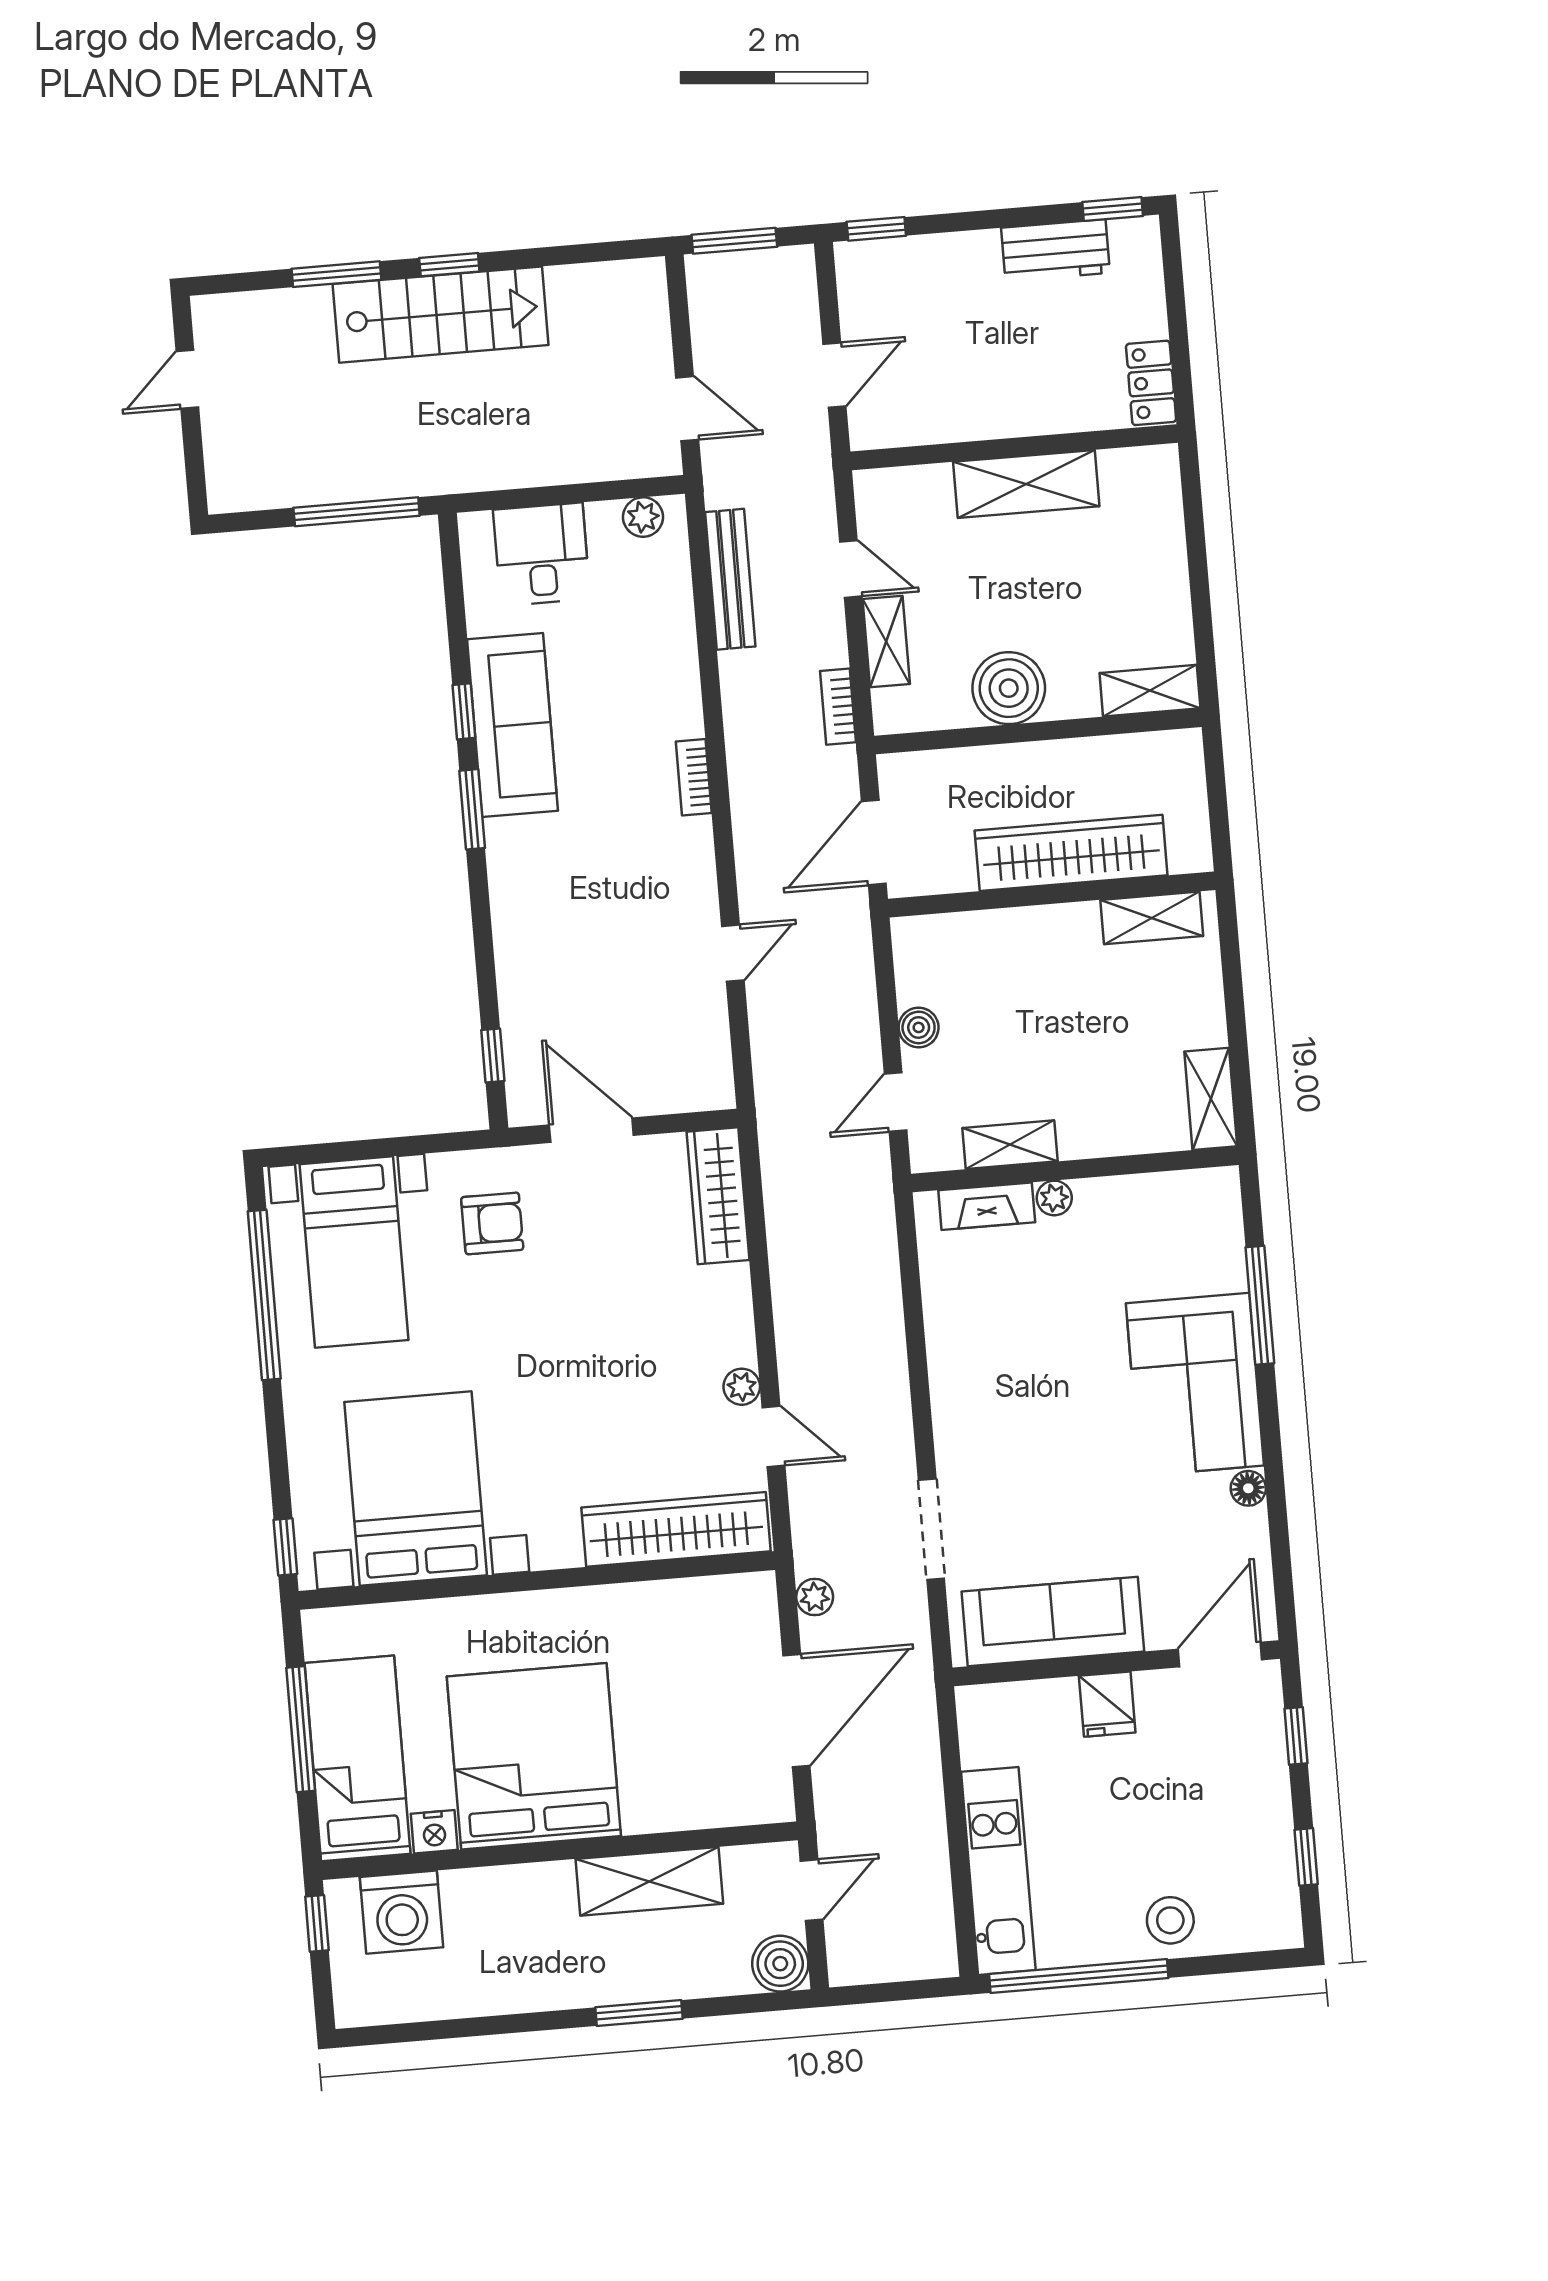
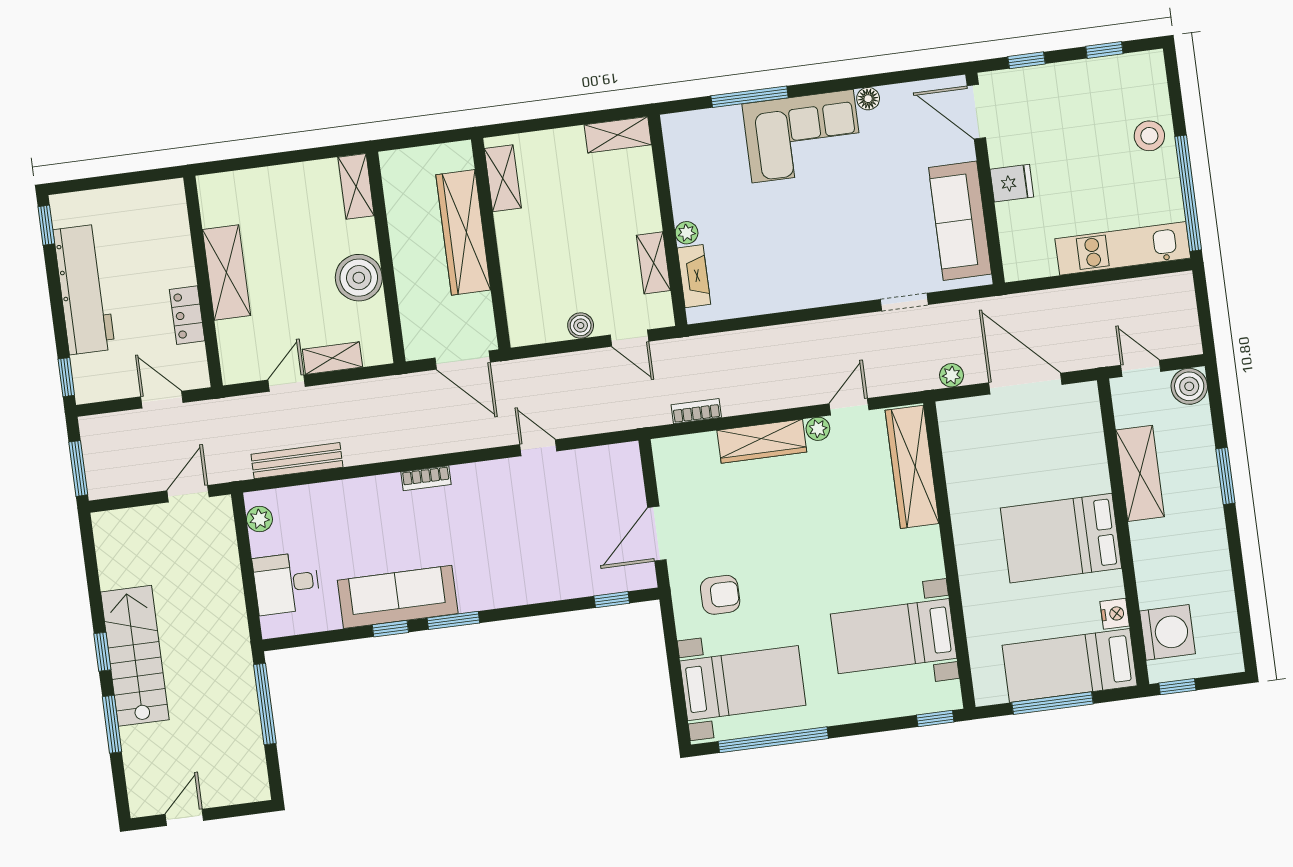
workbench: (1055, 250) -> (84, 289), width x1.88, depth x1.32
door: (187, 379) -> (184, 817), swing flipped
locker: (1151, 383) -> (187, 315), moved, turned 90
bookcase: (838, 707) -> (696, 411), moved, turned 180
wardrobe: (718, 1196) -> (762, 441), moved
armchair: (492, 1223) -> (720, 595), turned 90
bed with nightstands: (416, 1489) -> (894, 636), width x0.73
doorway: (931, 1529) -> (904, 302), width x0.73
bed: (534, 1756) -> (1061, 538), width x0.73

